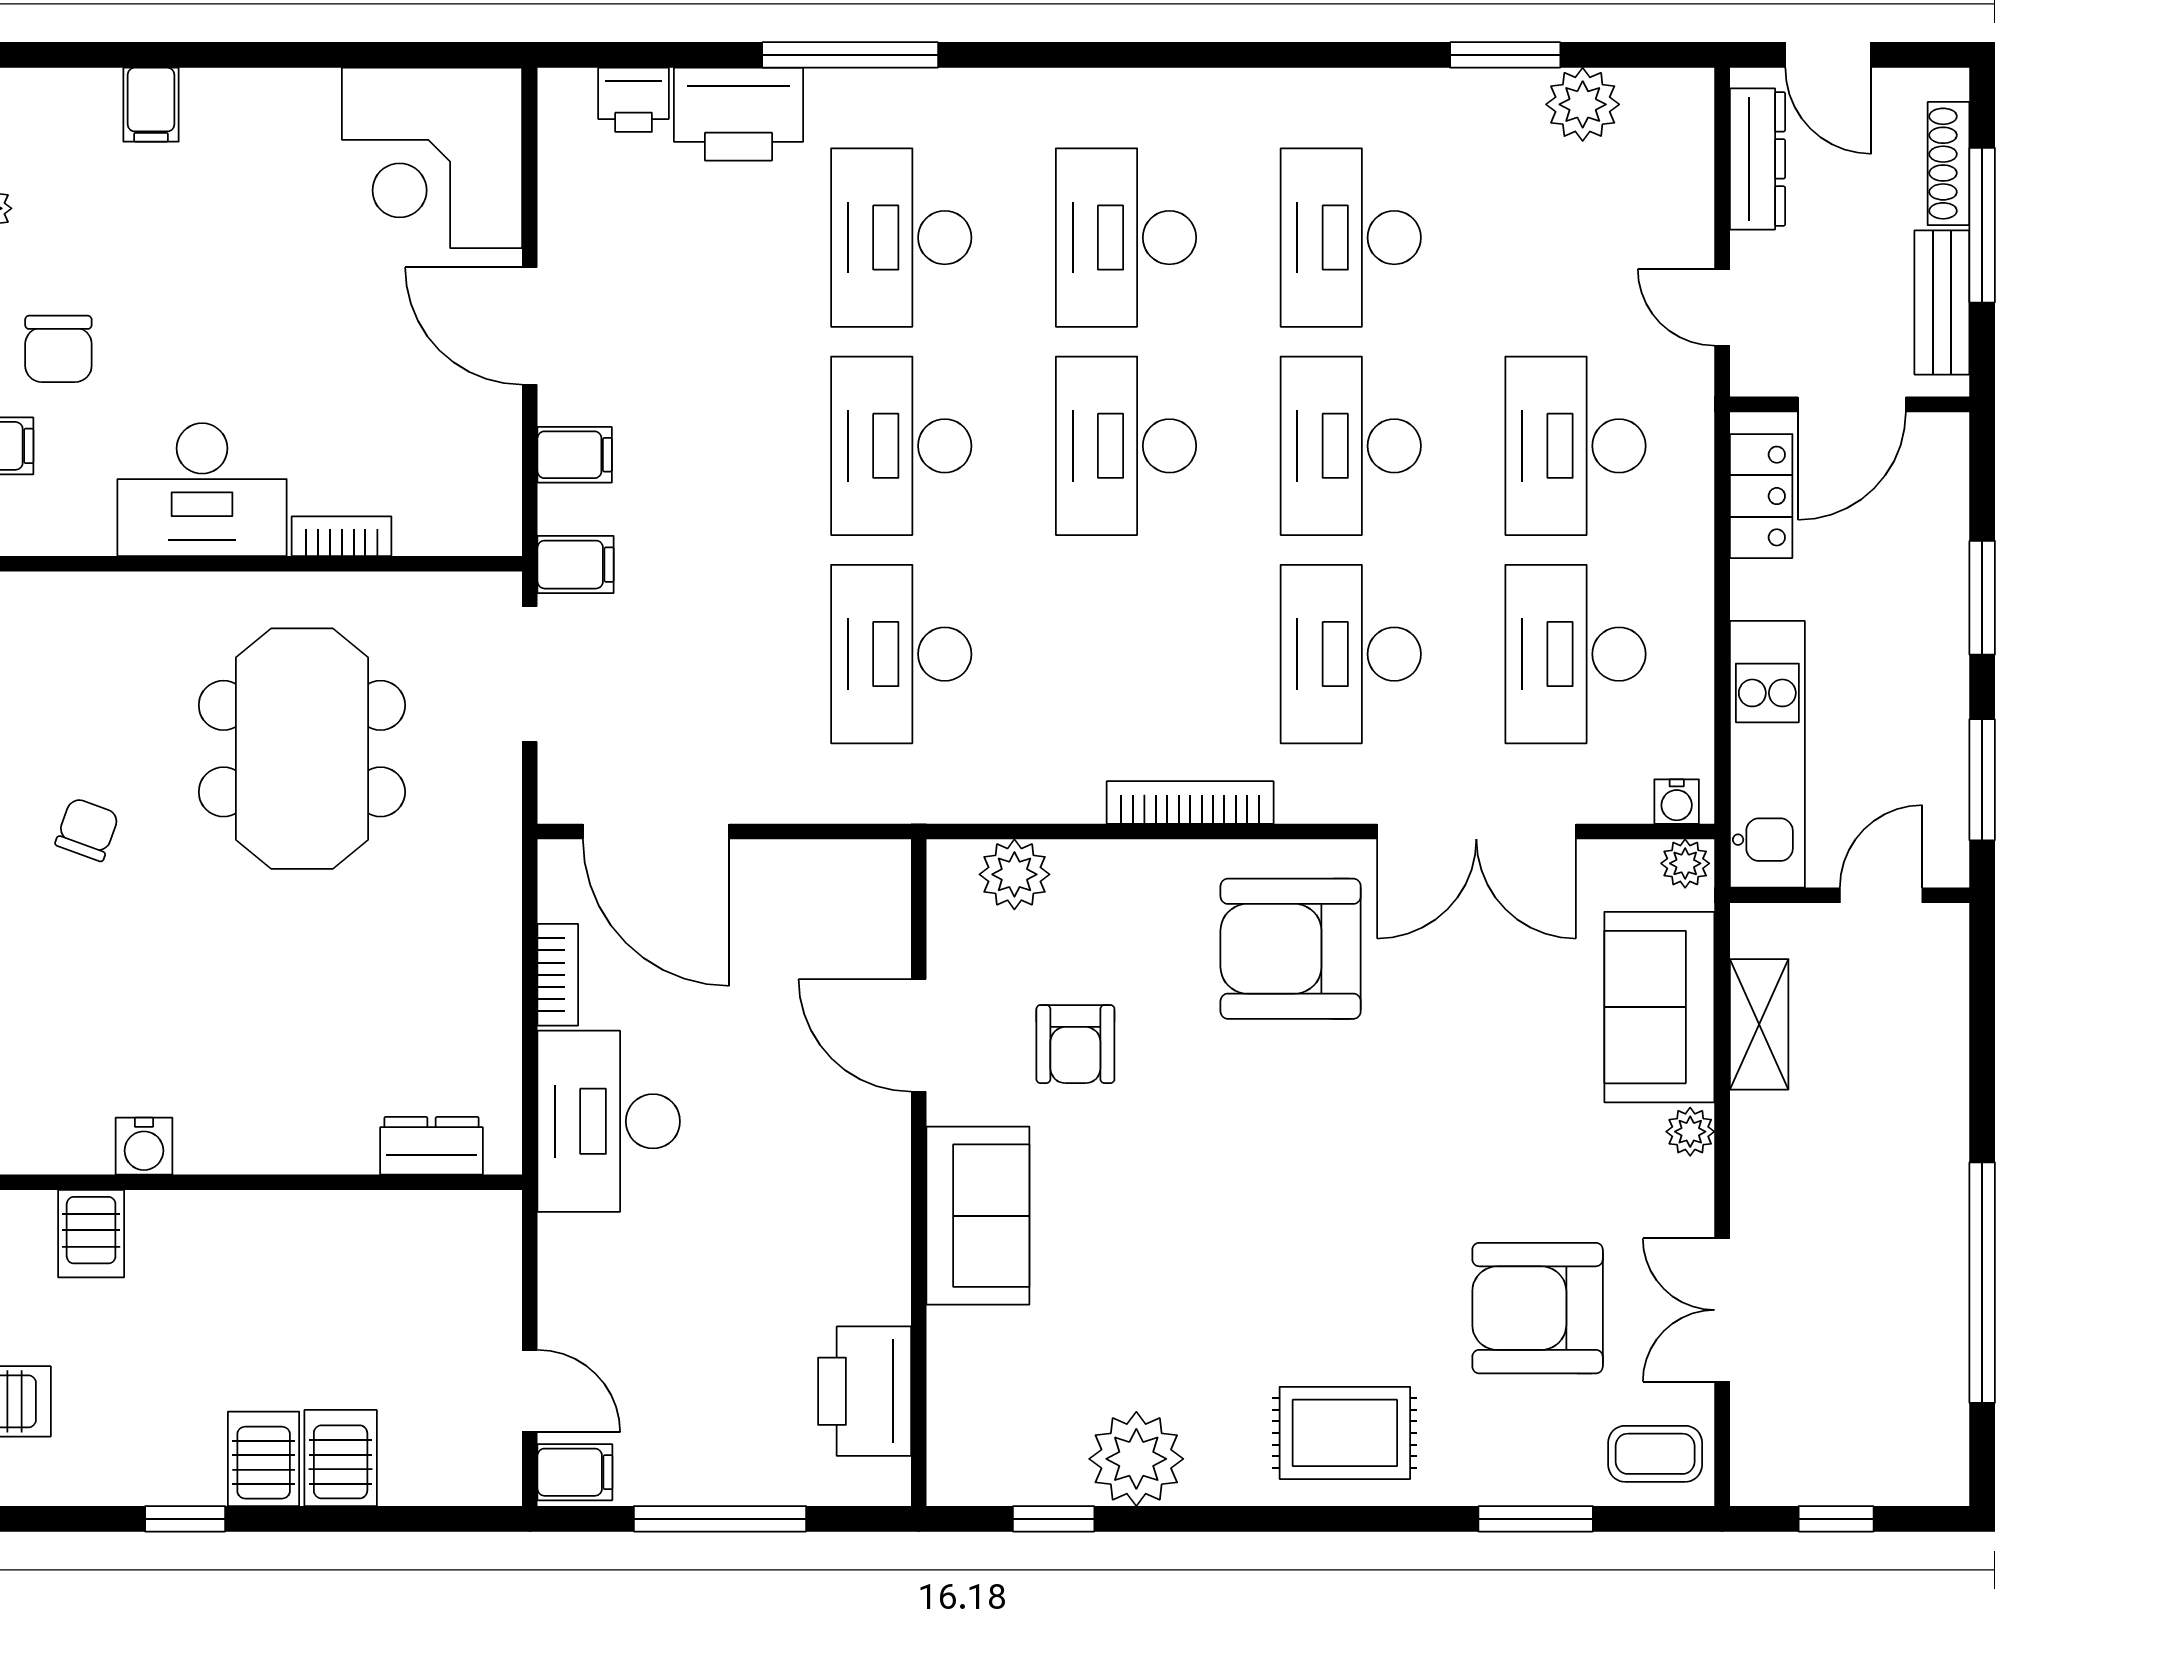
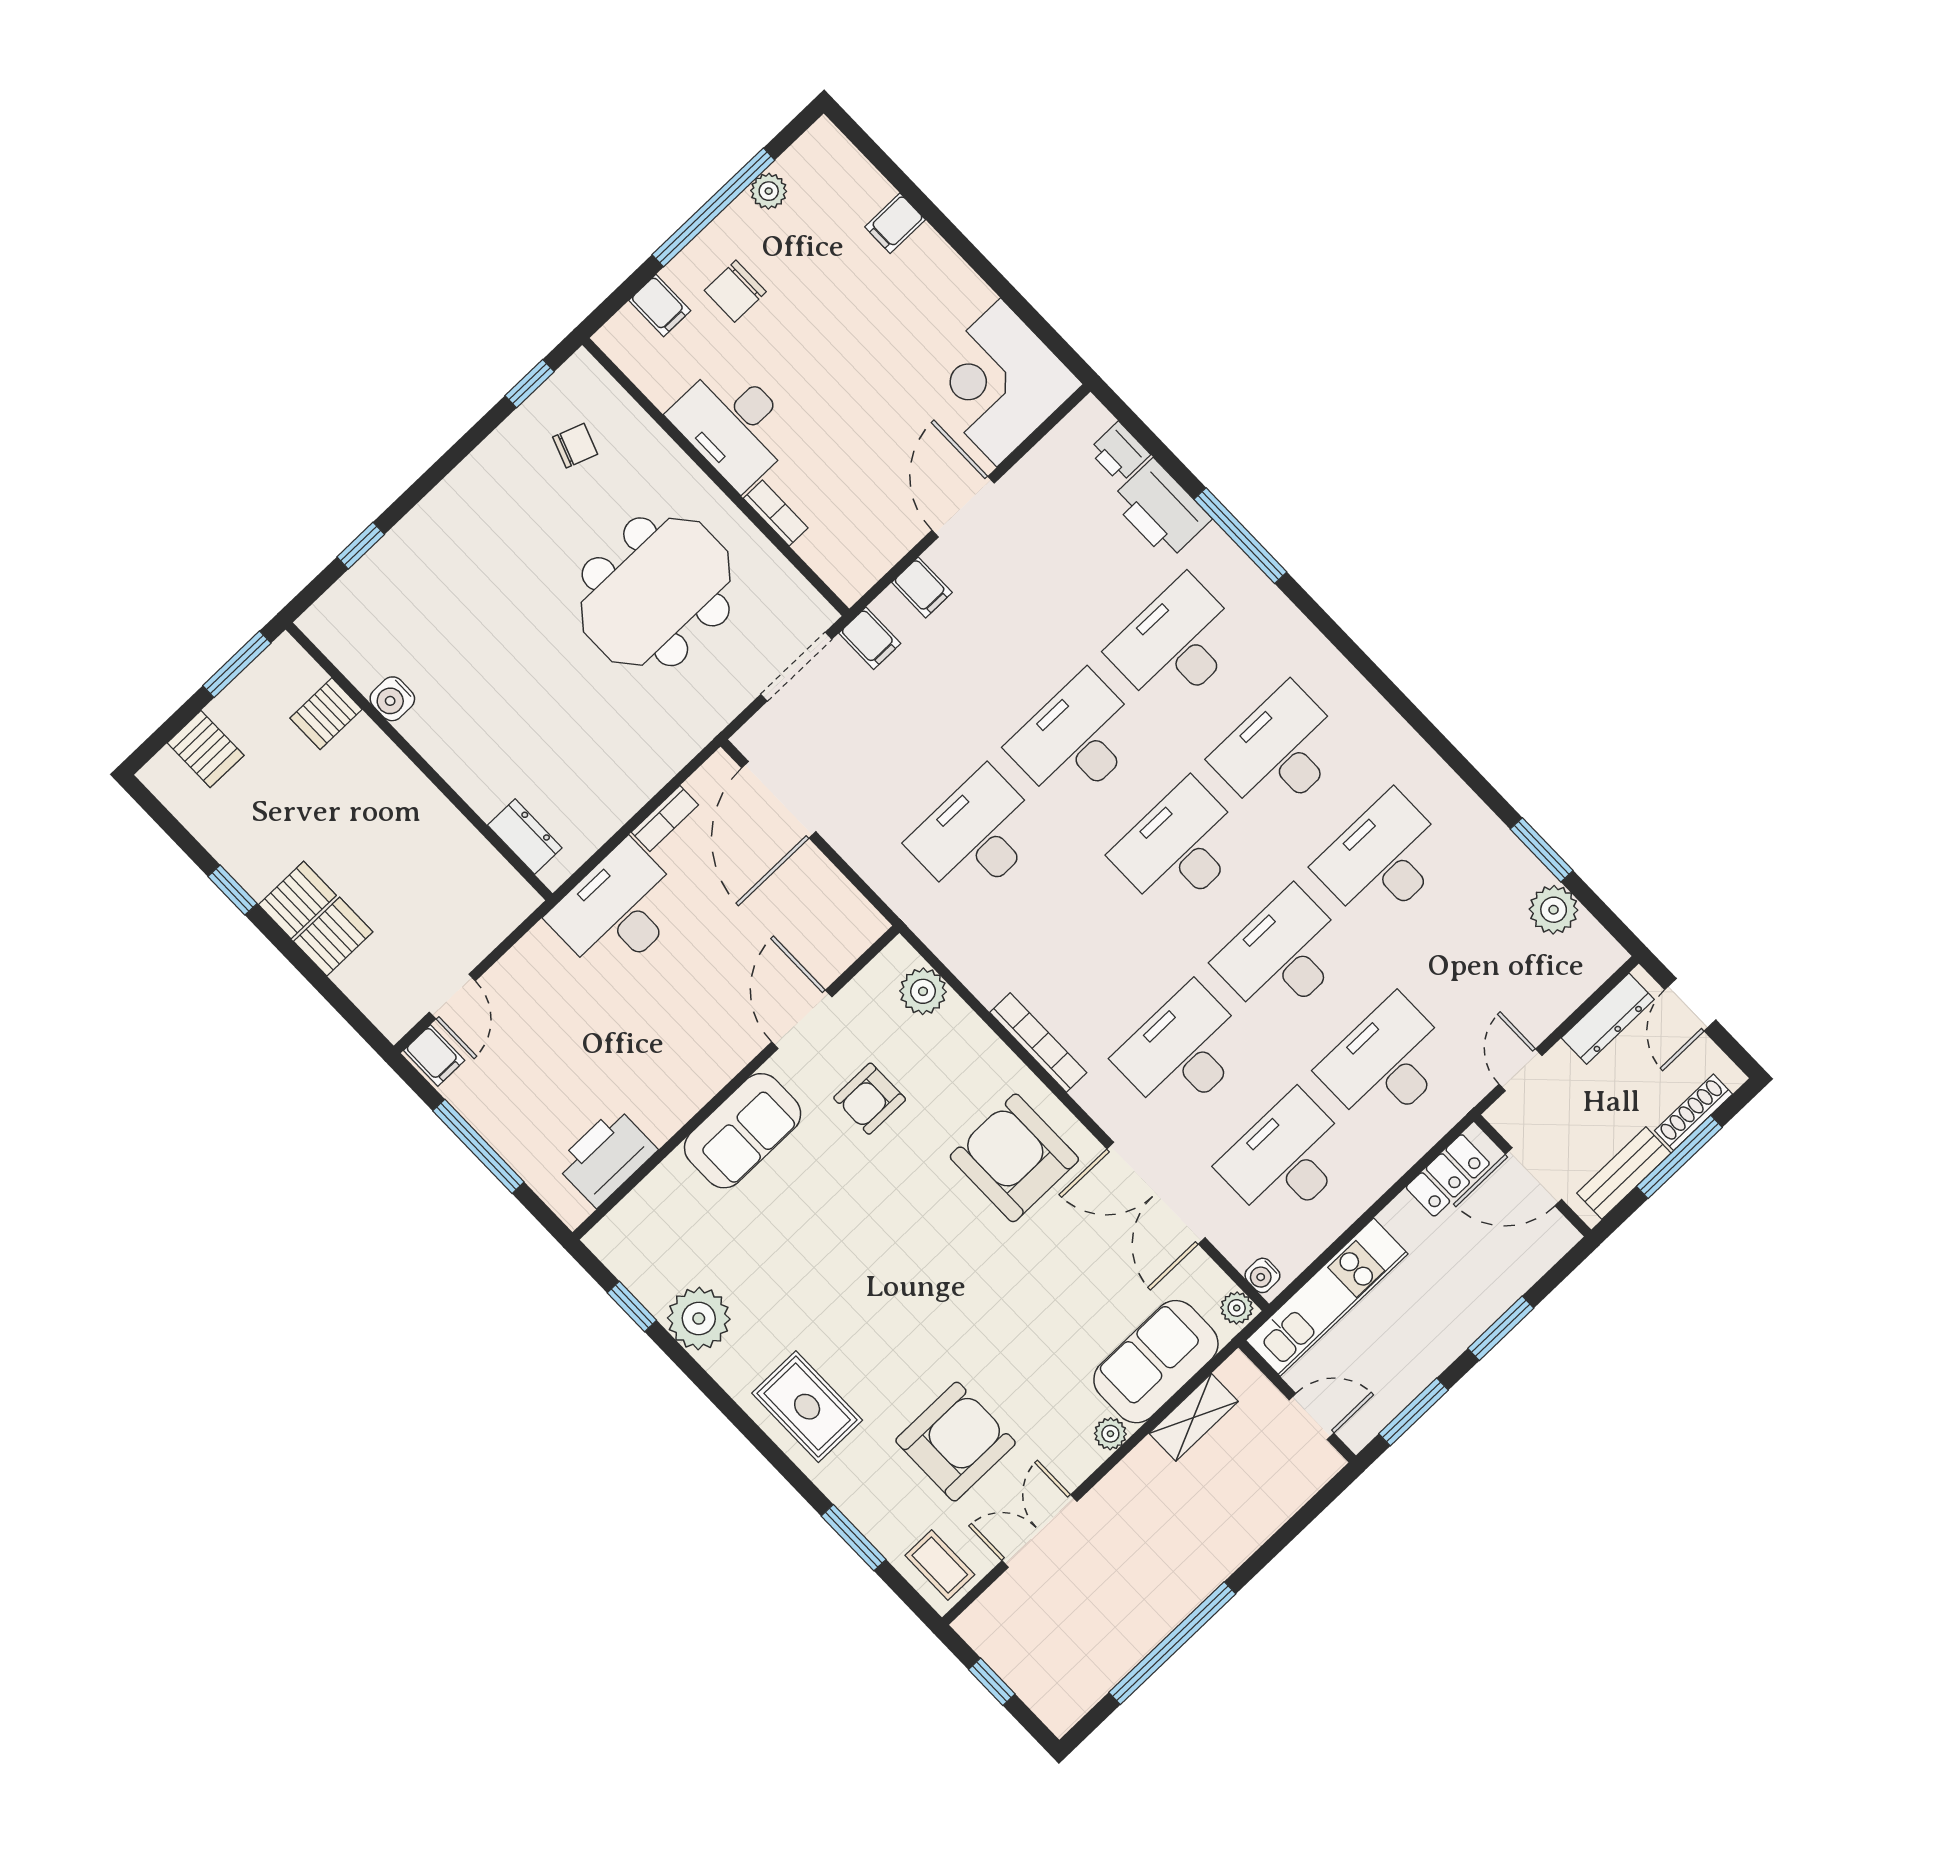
chair: (87, 829) -> (575, 446), moved
armchair: (1538, 1308) -> (956, 1442), turned 90

